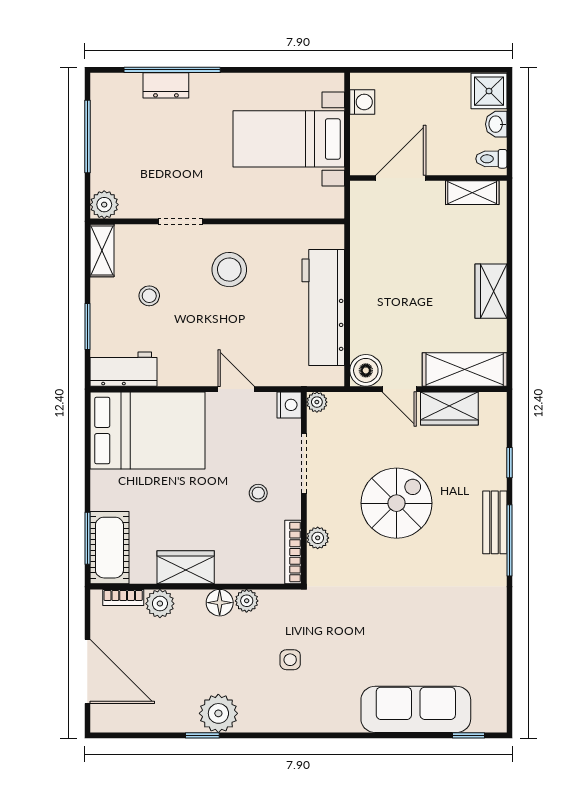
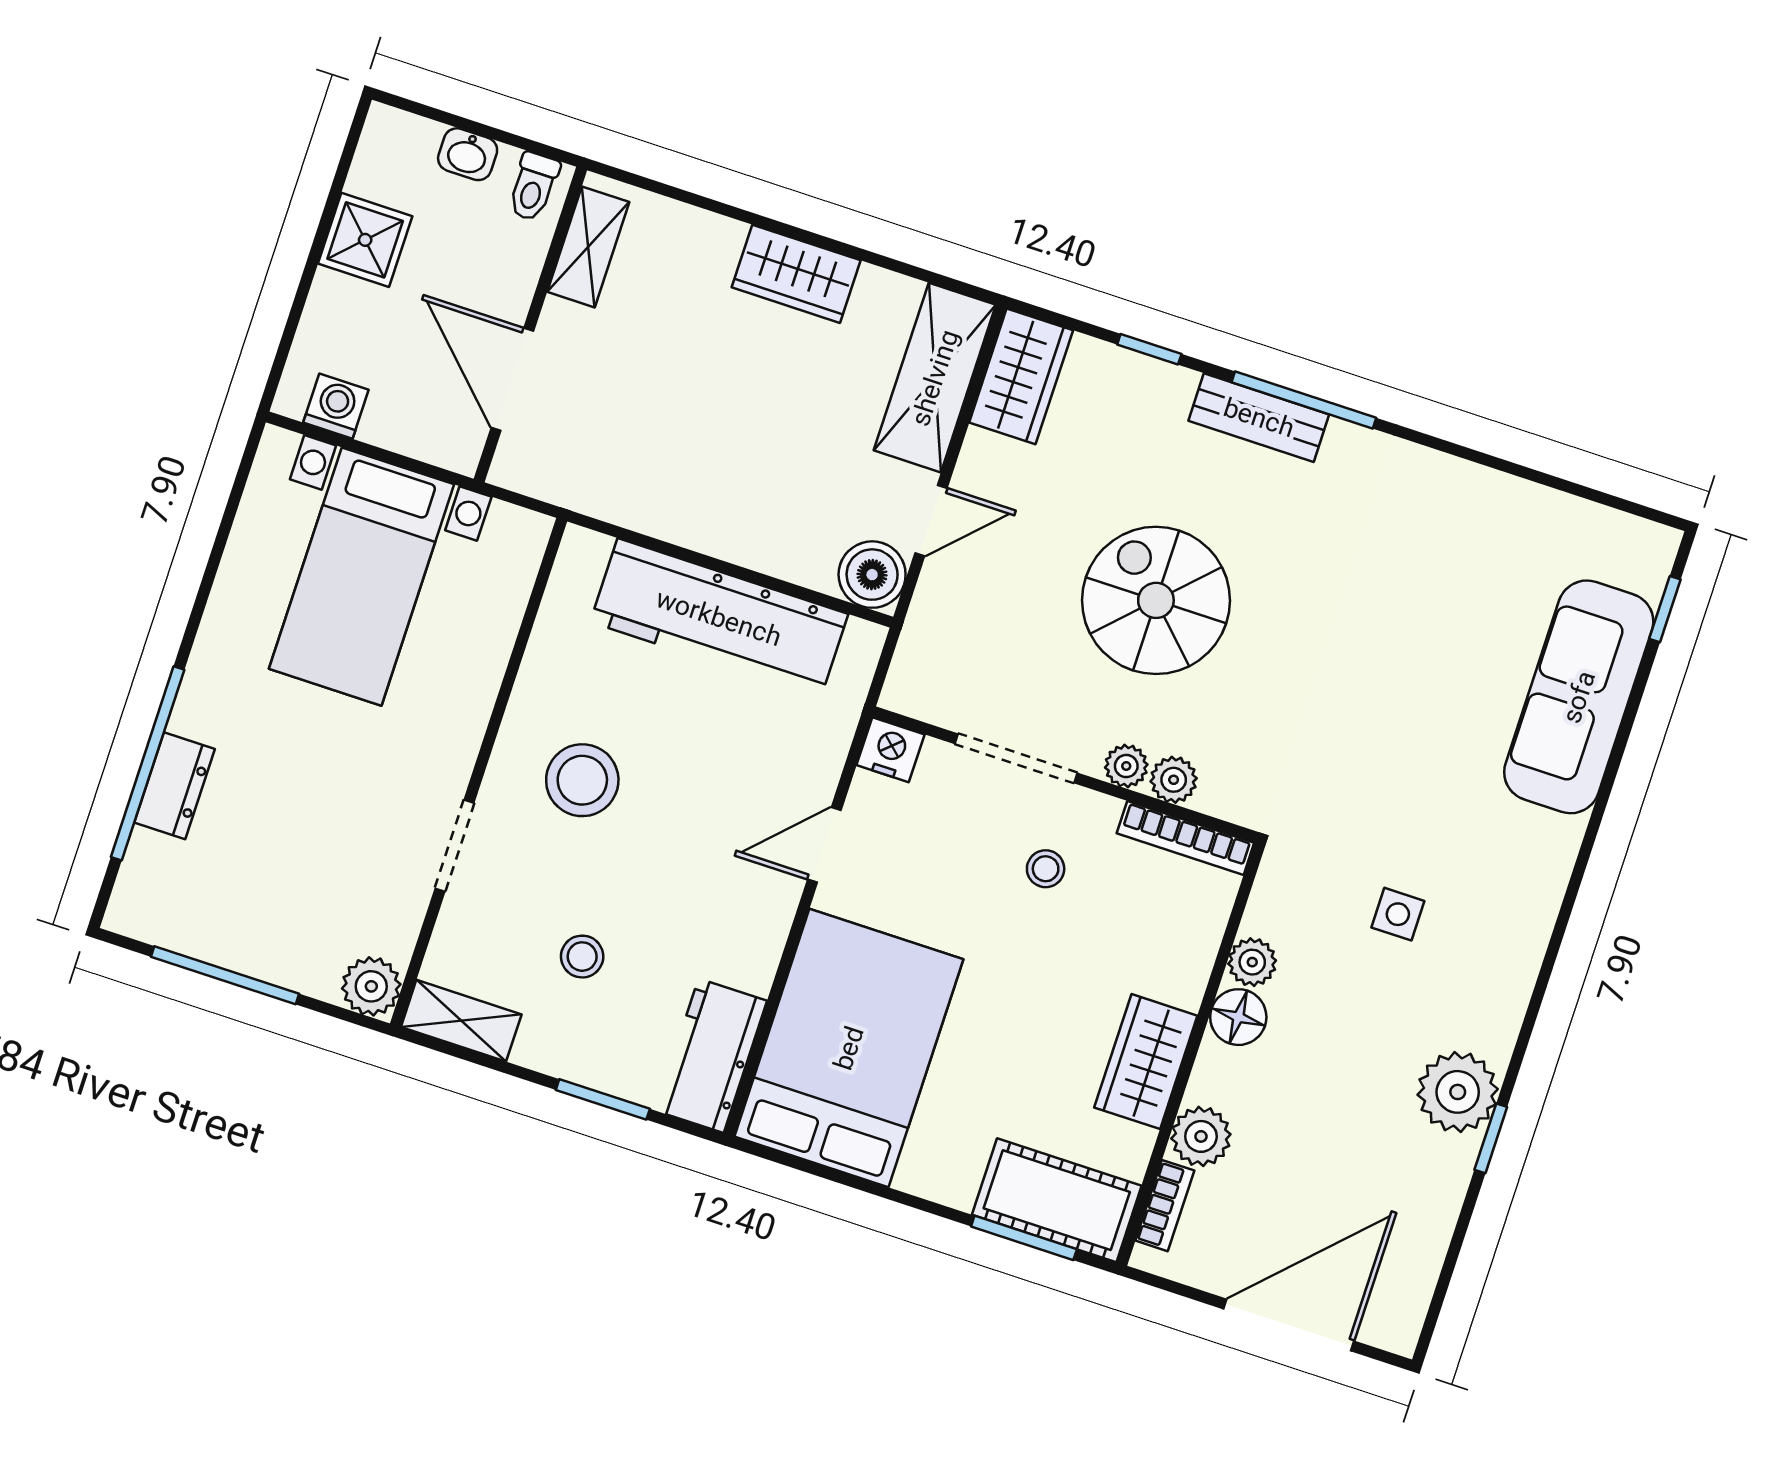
shower: (489, 91) -> (365, 240), moved
plant: (317, 402) -> (1126, 766), moved
wardrobe: (449, 408) -> (1021, 376), moved

